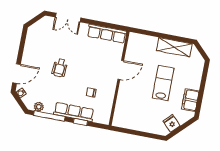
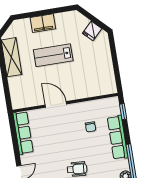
filing cabinet: (190, 100) -> (43, 23), moved
window: (80, 122) -> (123, 112), moved

